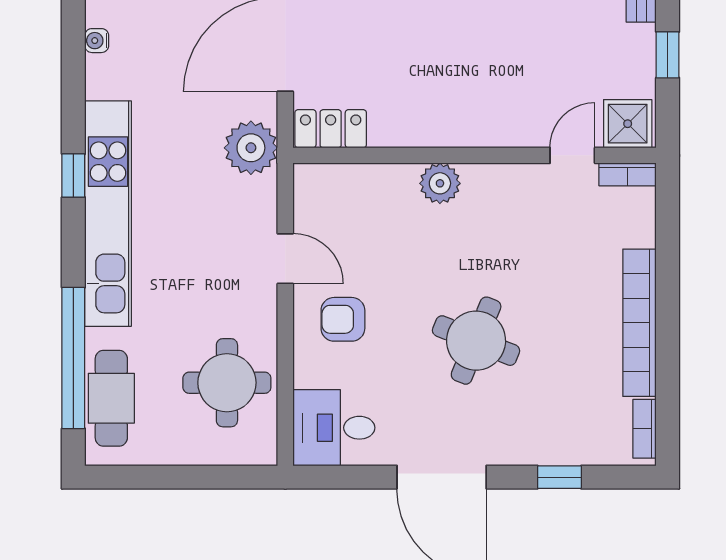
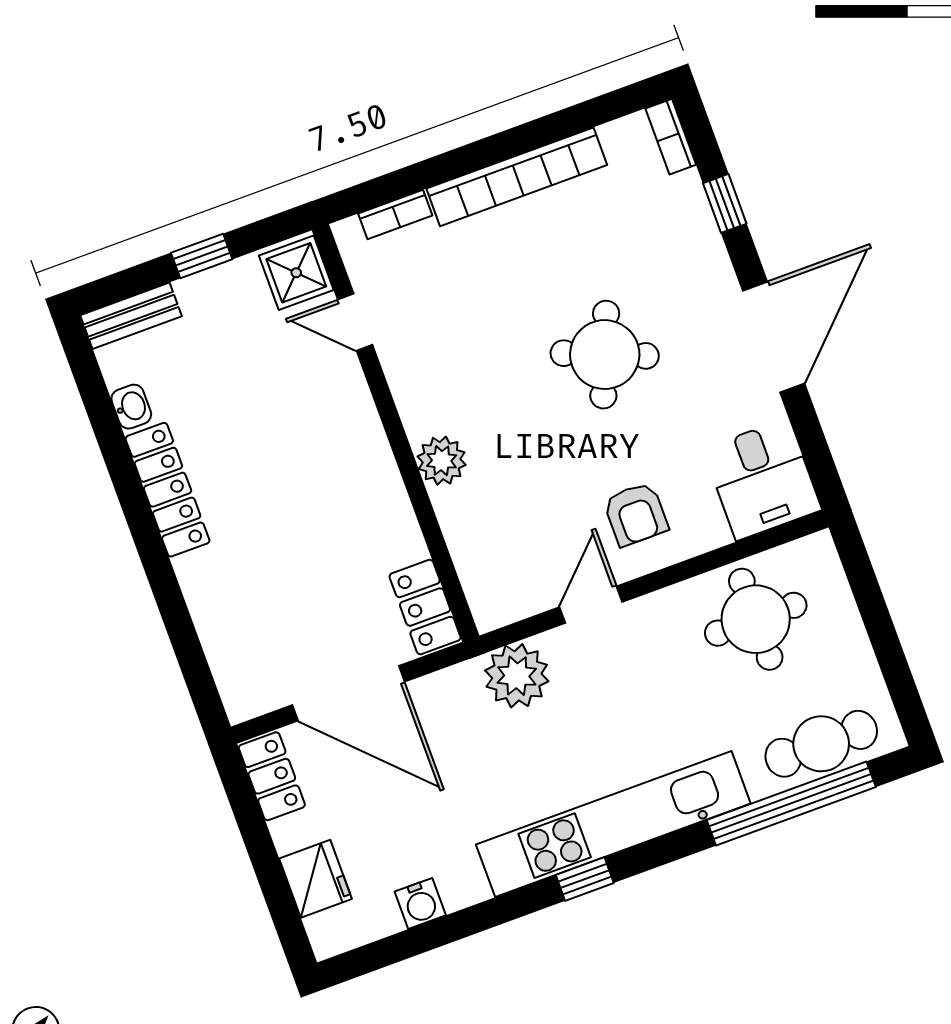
water cooler: (97, 41) -> (420, 903), width x1.38, depth x1.38
plant: (251, 148) -> (517, 676), moved
bookcase: (628, 174) -> (395, 214), moved, turned 90
bookcase: (645, 429) -> (671, 137), moved, turned 90

